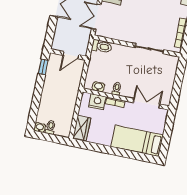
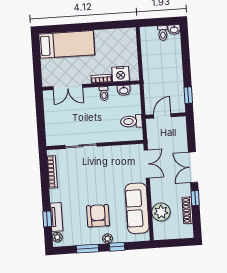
toilet: (102, 46) -> (131, 121), moved
wardrobe: (82, 128) -> (129, 42), removed

